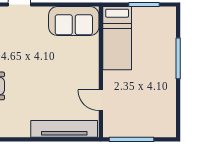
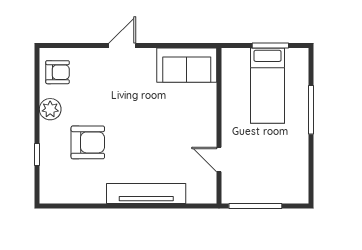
bed: (117, 38) -> (267, 86), moved
tv unit: (64, 129) -> (146, 194), moved

